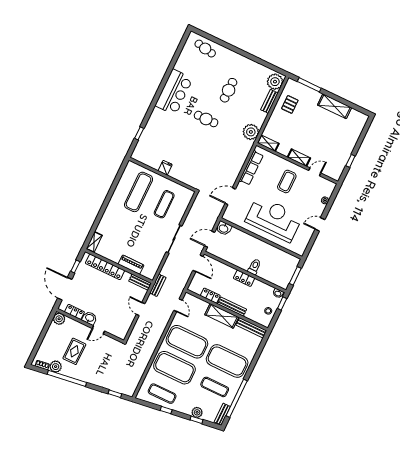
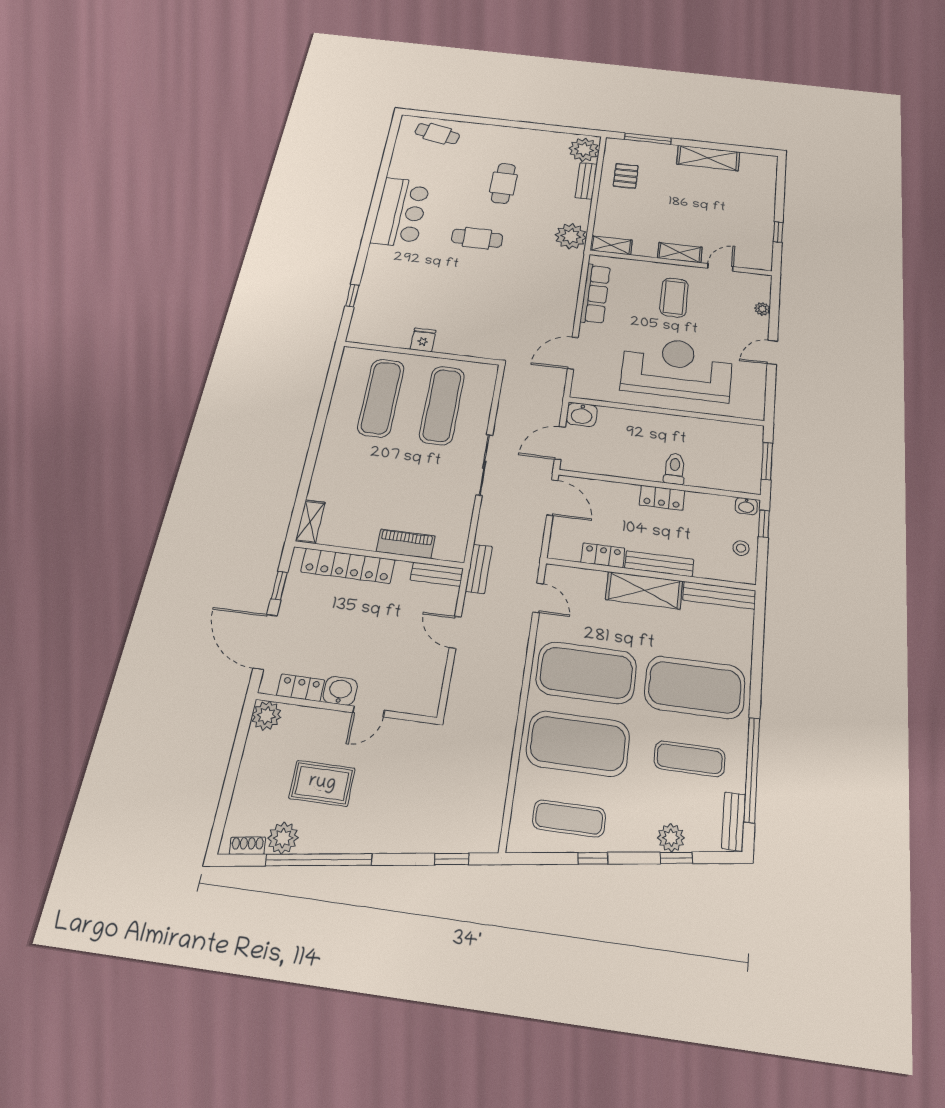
exercise mat: (164, 204) -> (442, 405), width x1.36, depth x1.45
rug: (74, 351) -> (322, 783), turned 90

